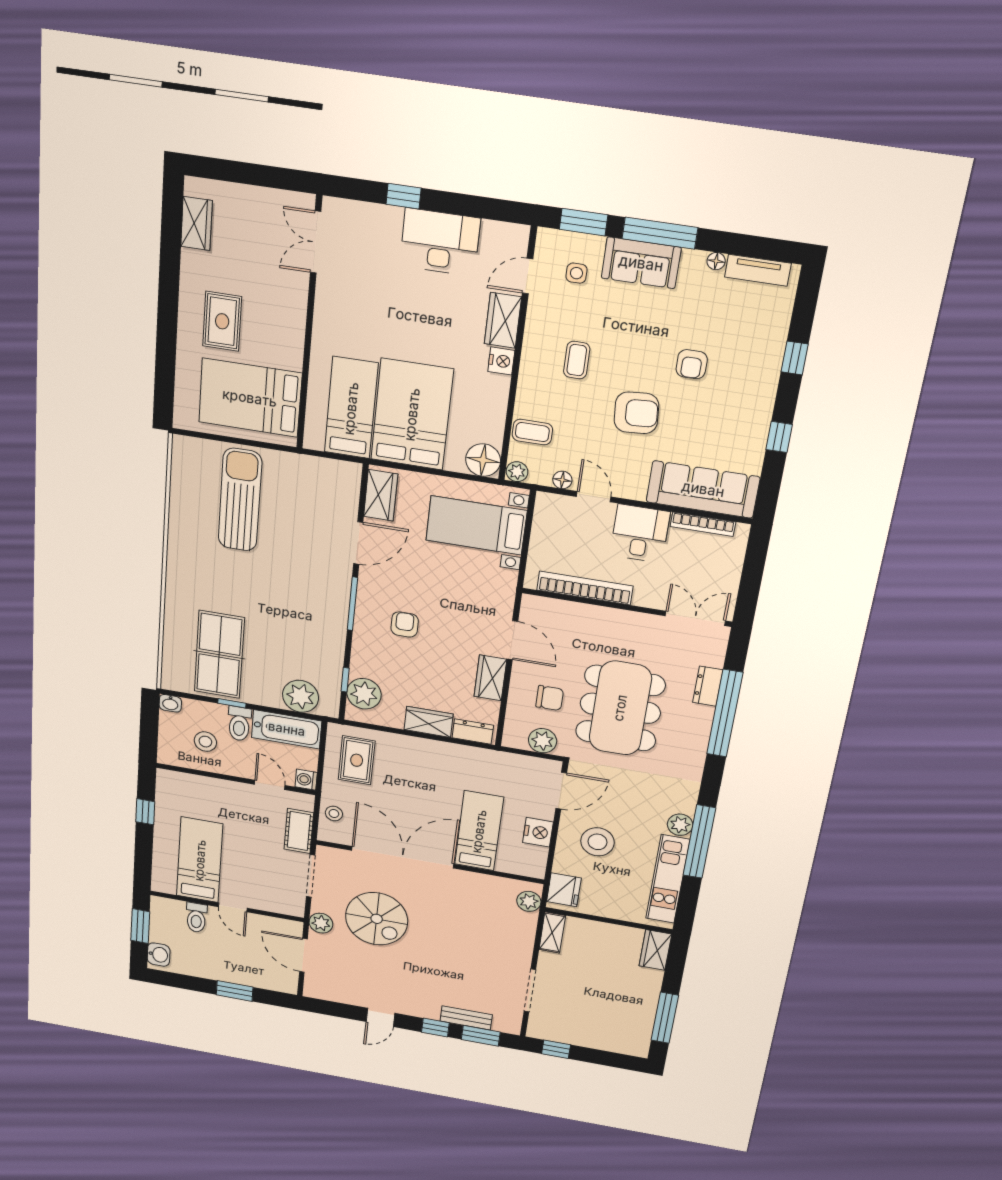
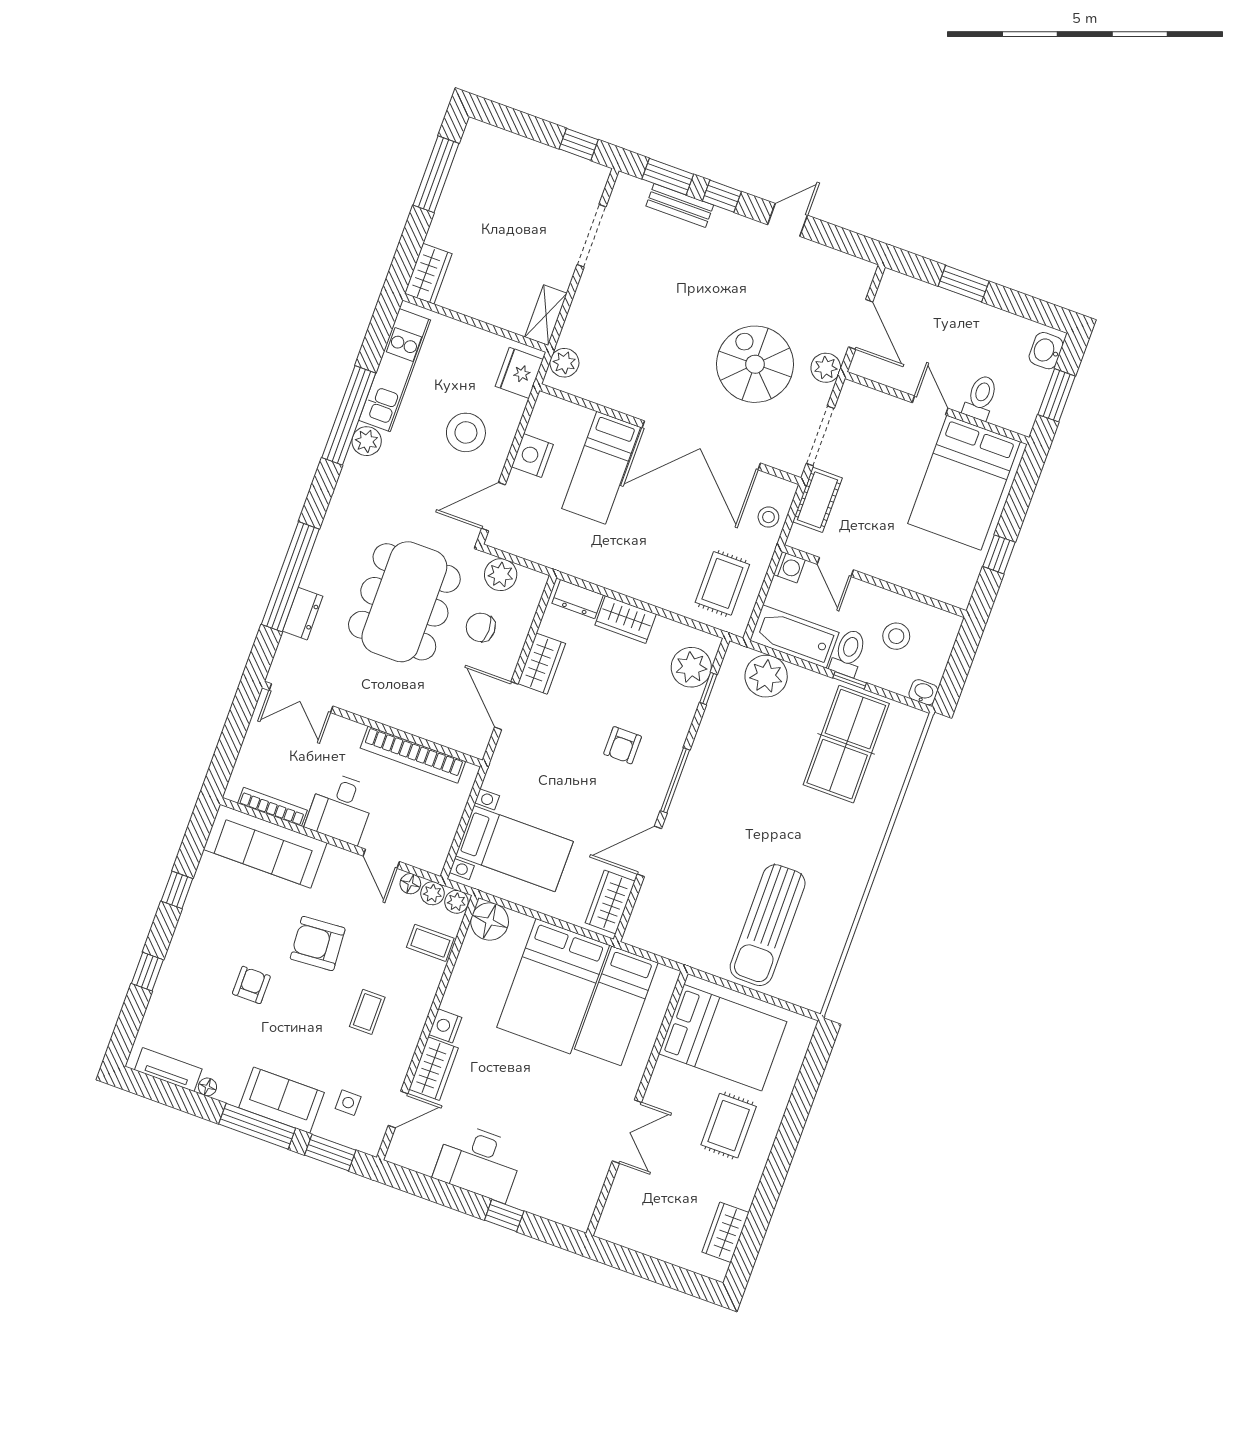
double door: (316, 242) -> (627, 1132), moved
plant: (540, 475) -> (432, 893), added
bed: (200, 860) -> (964, 483), width x1.50

